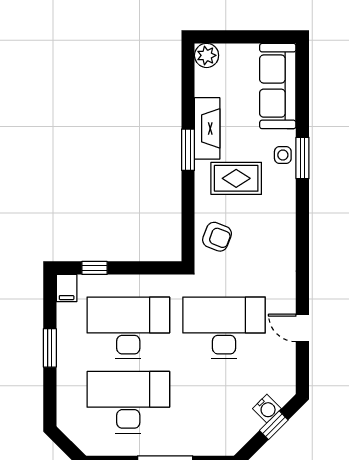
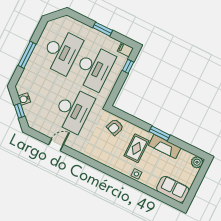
sofa: (278, 86) -> (173, 189), width x0.73
window: (302, 158) -> (131, 182), removed
water cooler: (267, 409) -> (24, 99), moved

